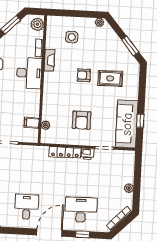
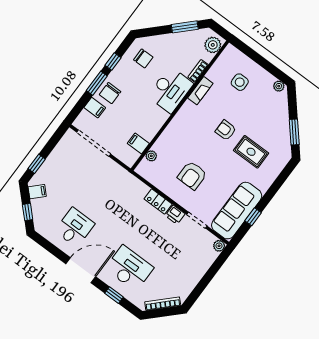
locker: (65, 152) -> (158, 201), width x0.66
plant: (129, 188) -> (219, 246), moved

